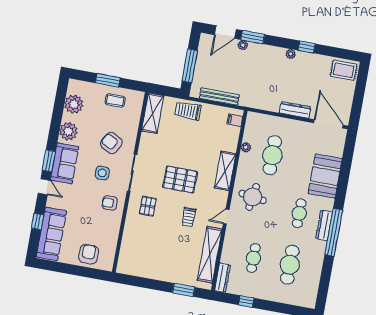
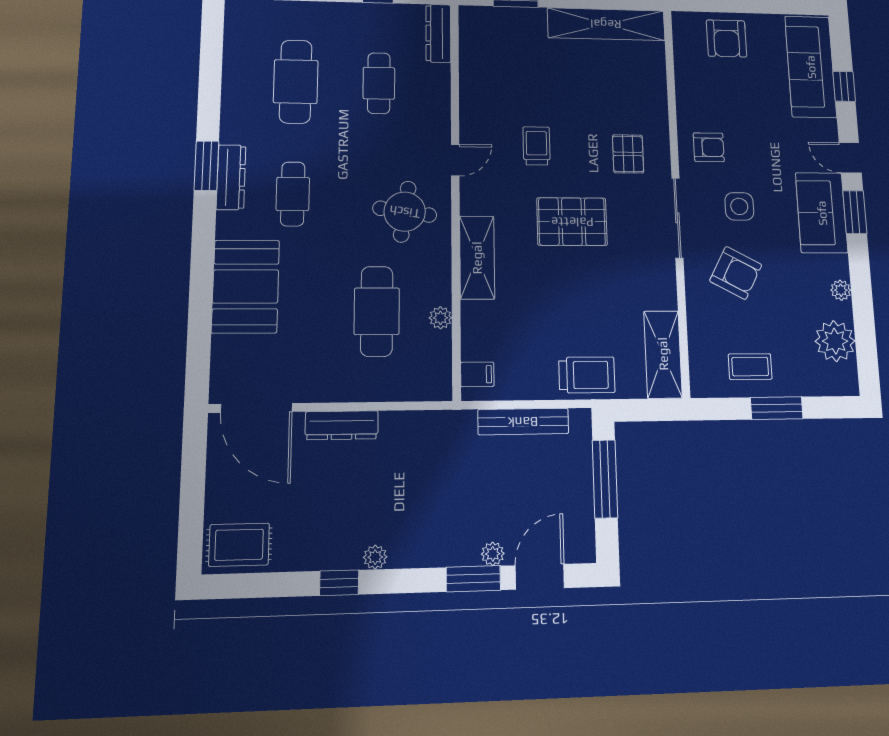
plant: (68, 131) -> (841, 290), width x0.53, depth x0.53
window: (334, 232) -> (206, 166), width x0.47
shelving: (210, 255) -> (606, 24), moved, turned 90

